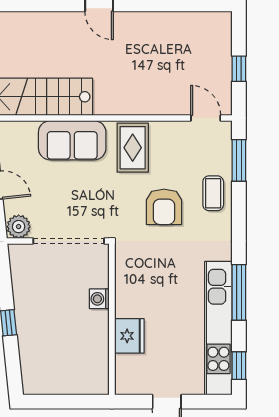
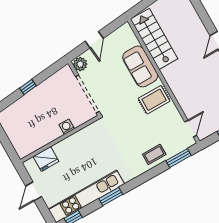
armchair: (164, 207) -> (133, 133), removed
window: (239, 292) -> (111, 197), width x0.69
fridge: (129, 336) -> (46, 159), moved

